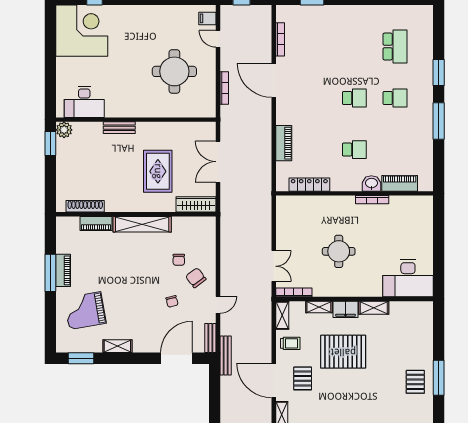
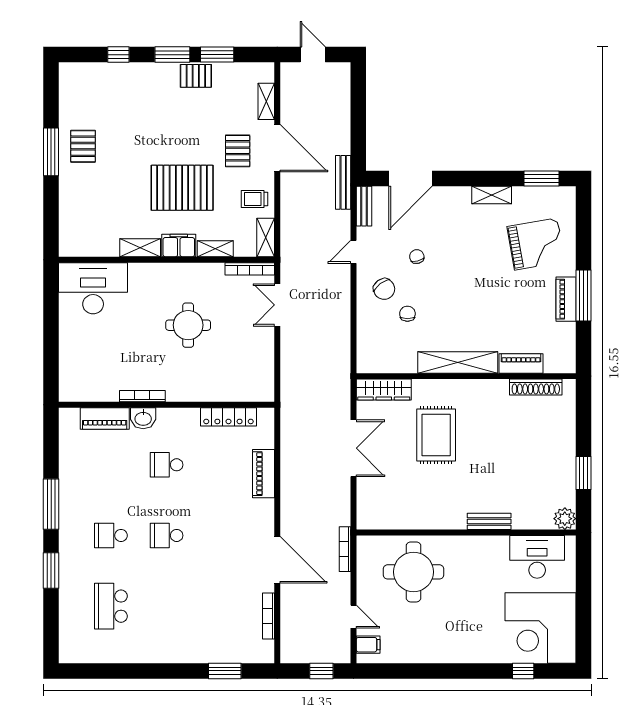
desk: (84, 102) -> (537, 557), moved
wall: (136, 120) -> (466, 533), moved
bench: (119, 128) -> (489, 521), moved
plant: (64, 130) -> (565, 519), moved

